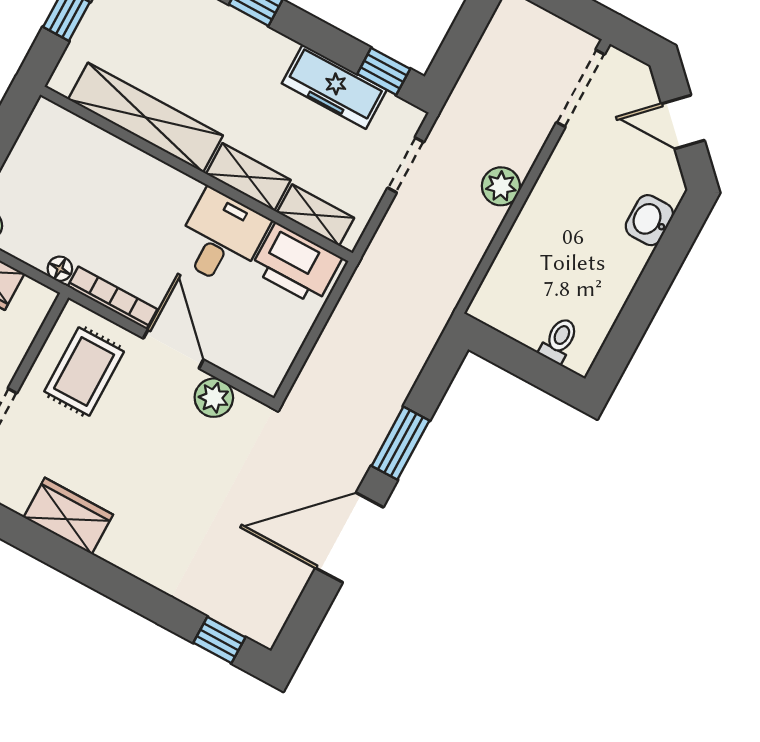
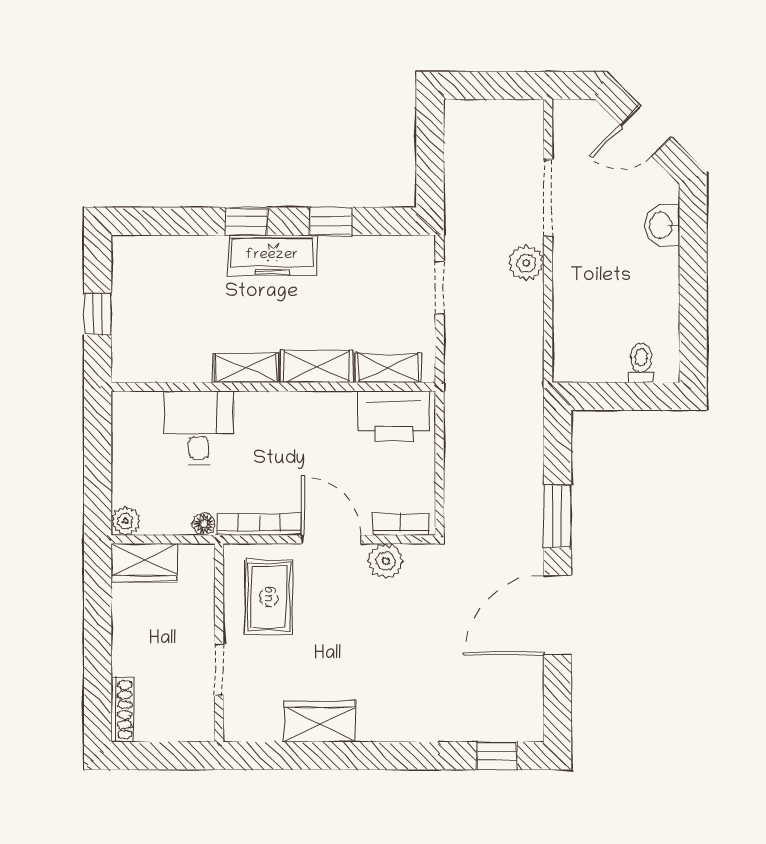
window: (384, 71) -> (331, 221), moved
freezer: (334, 87) -> (272, 255), moved
doorway: (581, 88) -> (548, 198), moved
shelving: (146, 117) -> (246, 368), width x0.45, depth x0.75
desk: (221, 238) -> (199, 428), moved
bookcase: (247, 370) -> (401, 524), added

